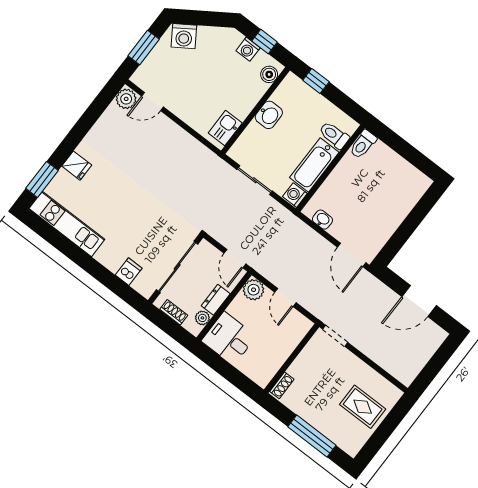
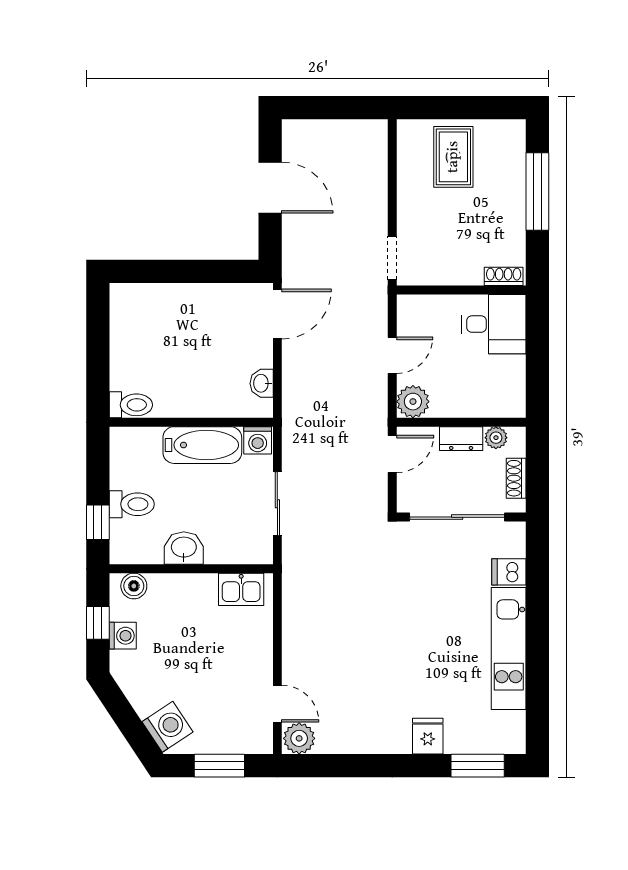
toilet: (334, 135) -> (132, 504), moved, turned -90
kitchen unit: (67, 224) -> (509, 649), moved
desk: (229, 338) -> (494, 324), moved, turned -90

